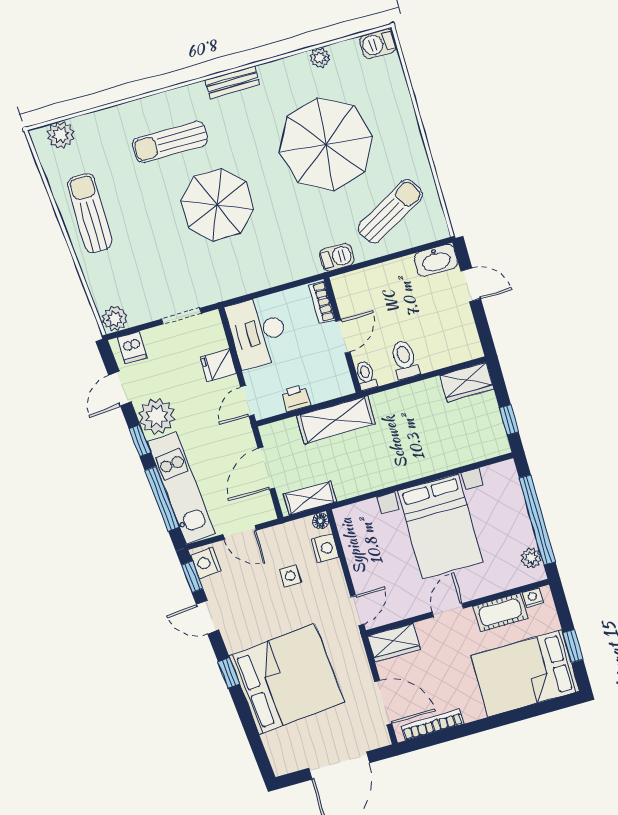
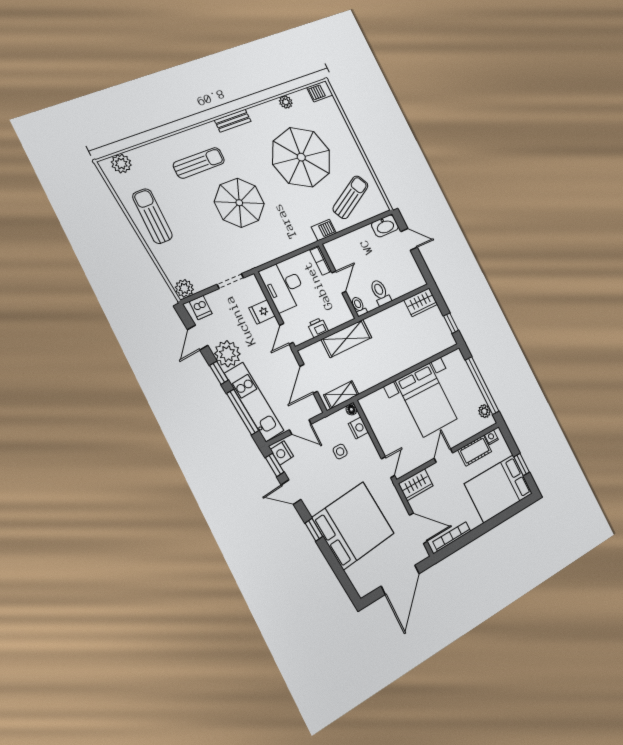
sun lounger: (170, 142) -> (199, 163), turned 180

